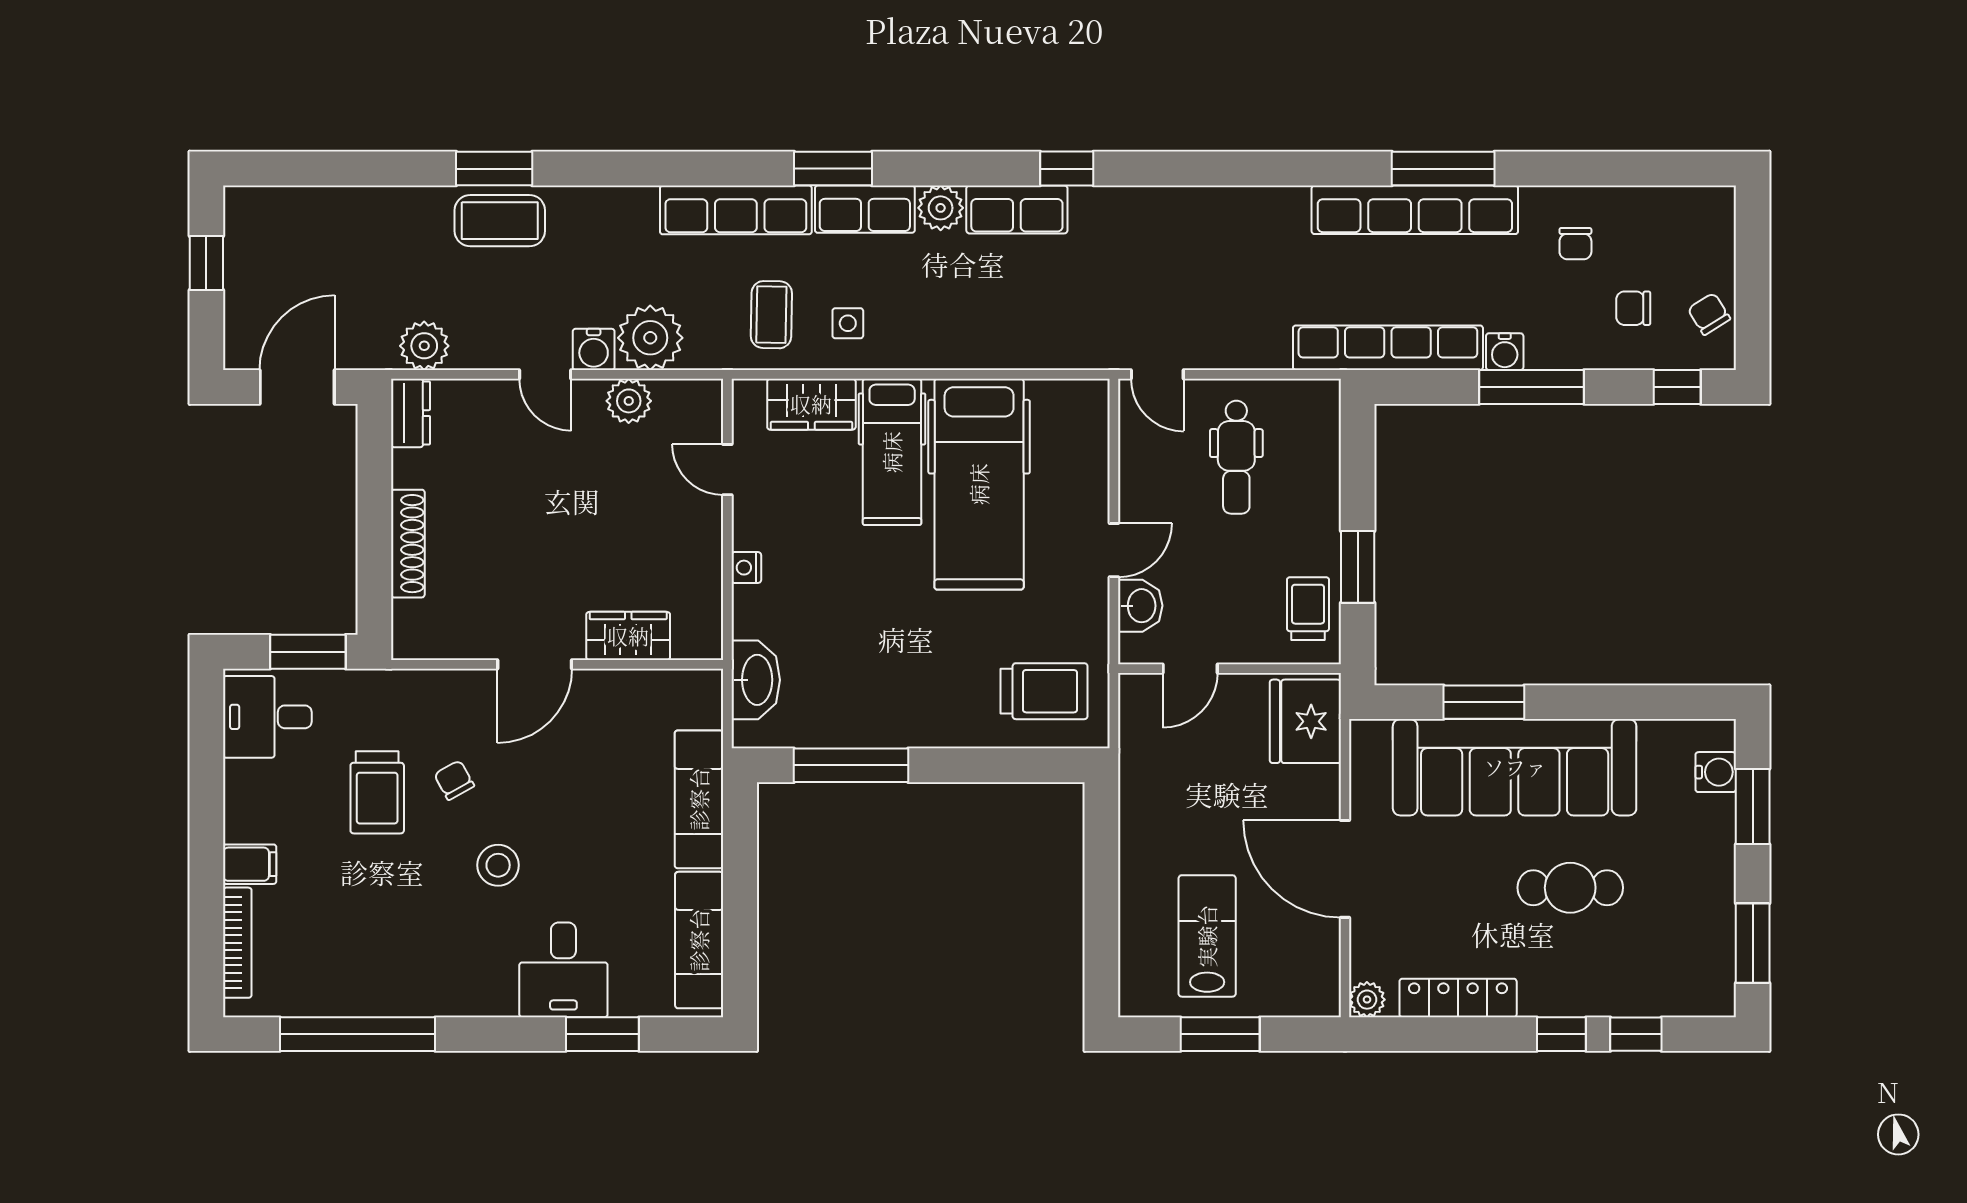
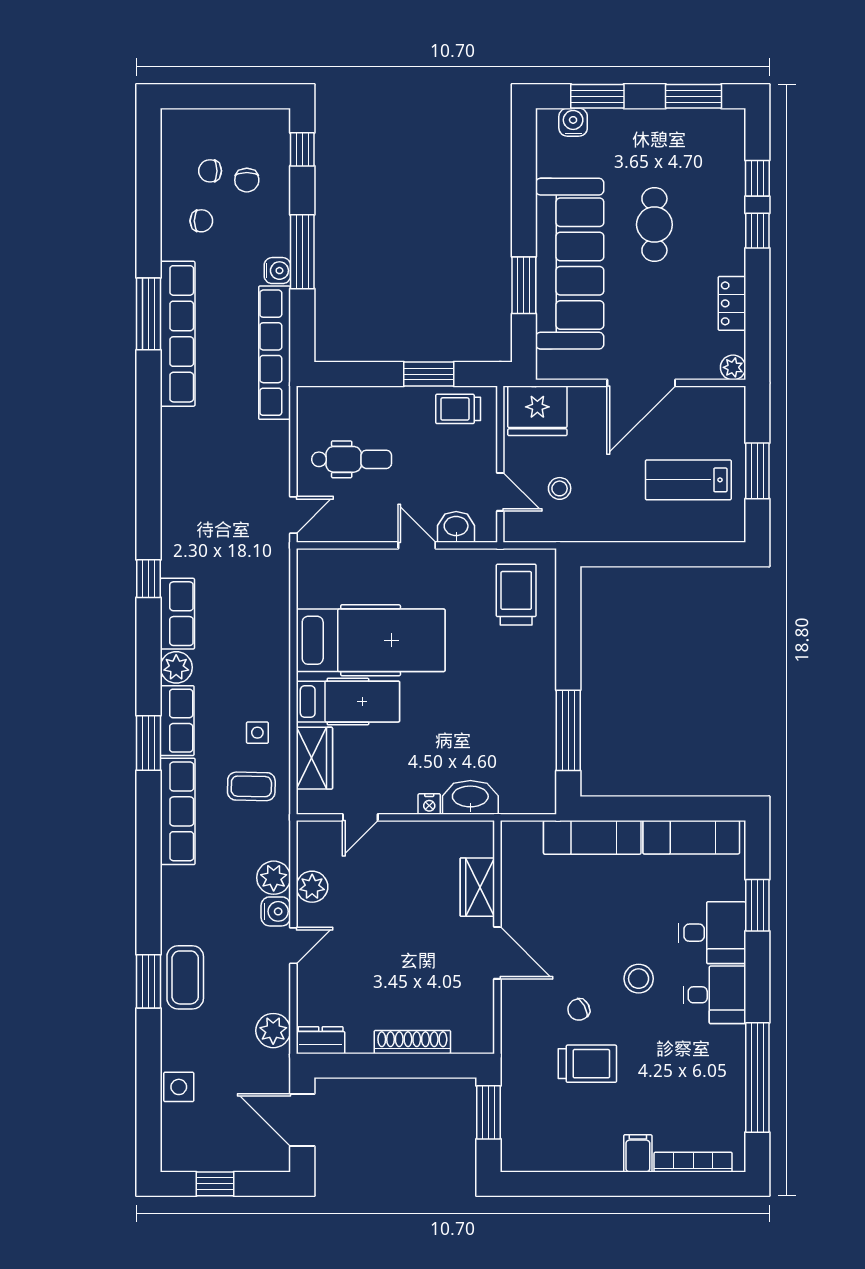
side table: (344, 212) -> (179, 1087), added
chair: (1709, 314) -> (210, 171), moved, turned 32
plant: (650, 338) -> (274, 878), width x0.73, depth x0.73
washbasin: (756, 680) -> (470, 797), moved
desk: (267, 717) -> (714, 995), moved, turned -90
stool: (1195, 753) -> (560, 488), added
locker: (1458, 998) -> (732, 303), width x0.66

